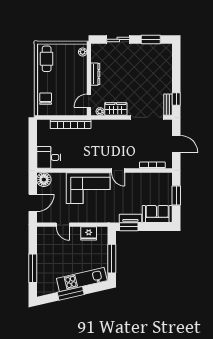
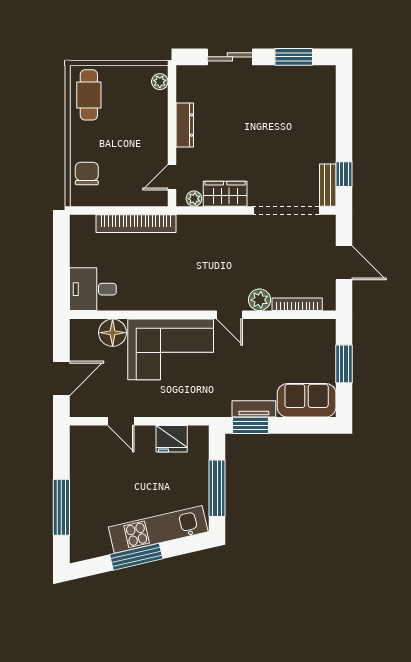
plant: (133, 163) -> (260, 300), added
floor lamp: (44, 180) -> (113, 333), moved

